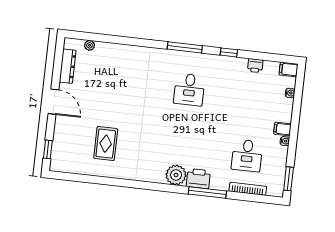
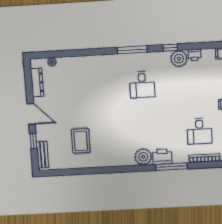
plant: (237, 67) -> (179, 59), added
window: (48, 149) -> (33, 141), moved
bench: (57, 152) -> (43, 155), added

